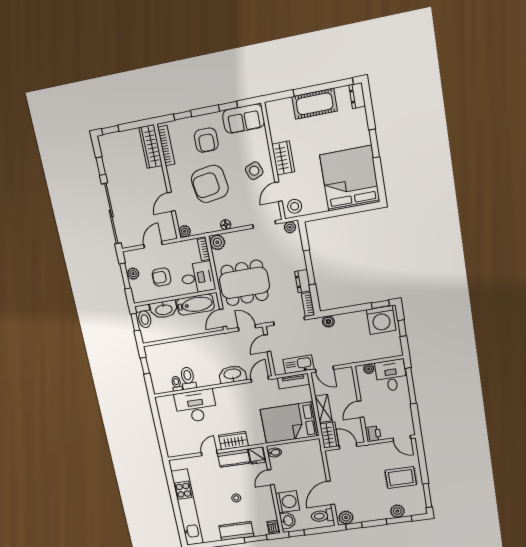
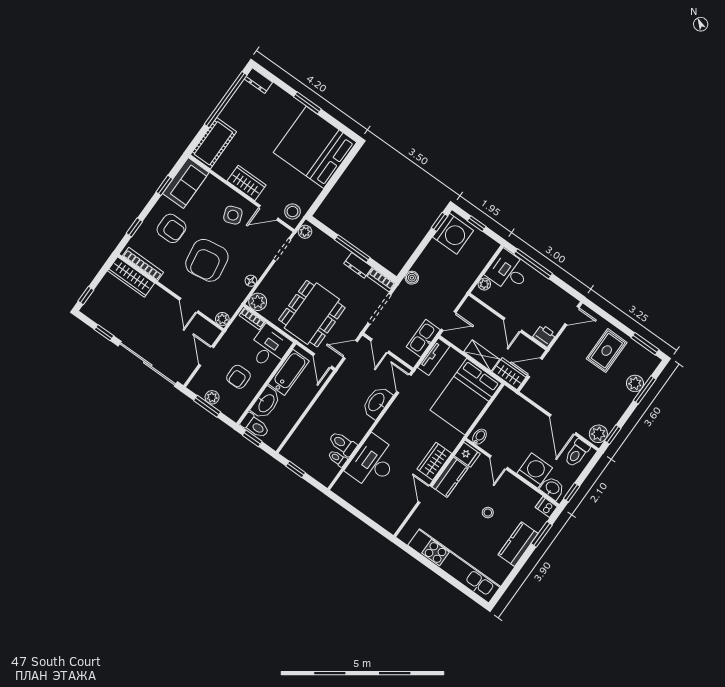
cot: (315, 104) -> (213, 143), moved
door: (279, 192) -> (268, 213), hinge flipped

